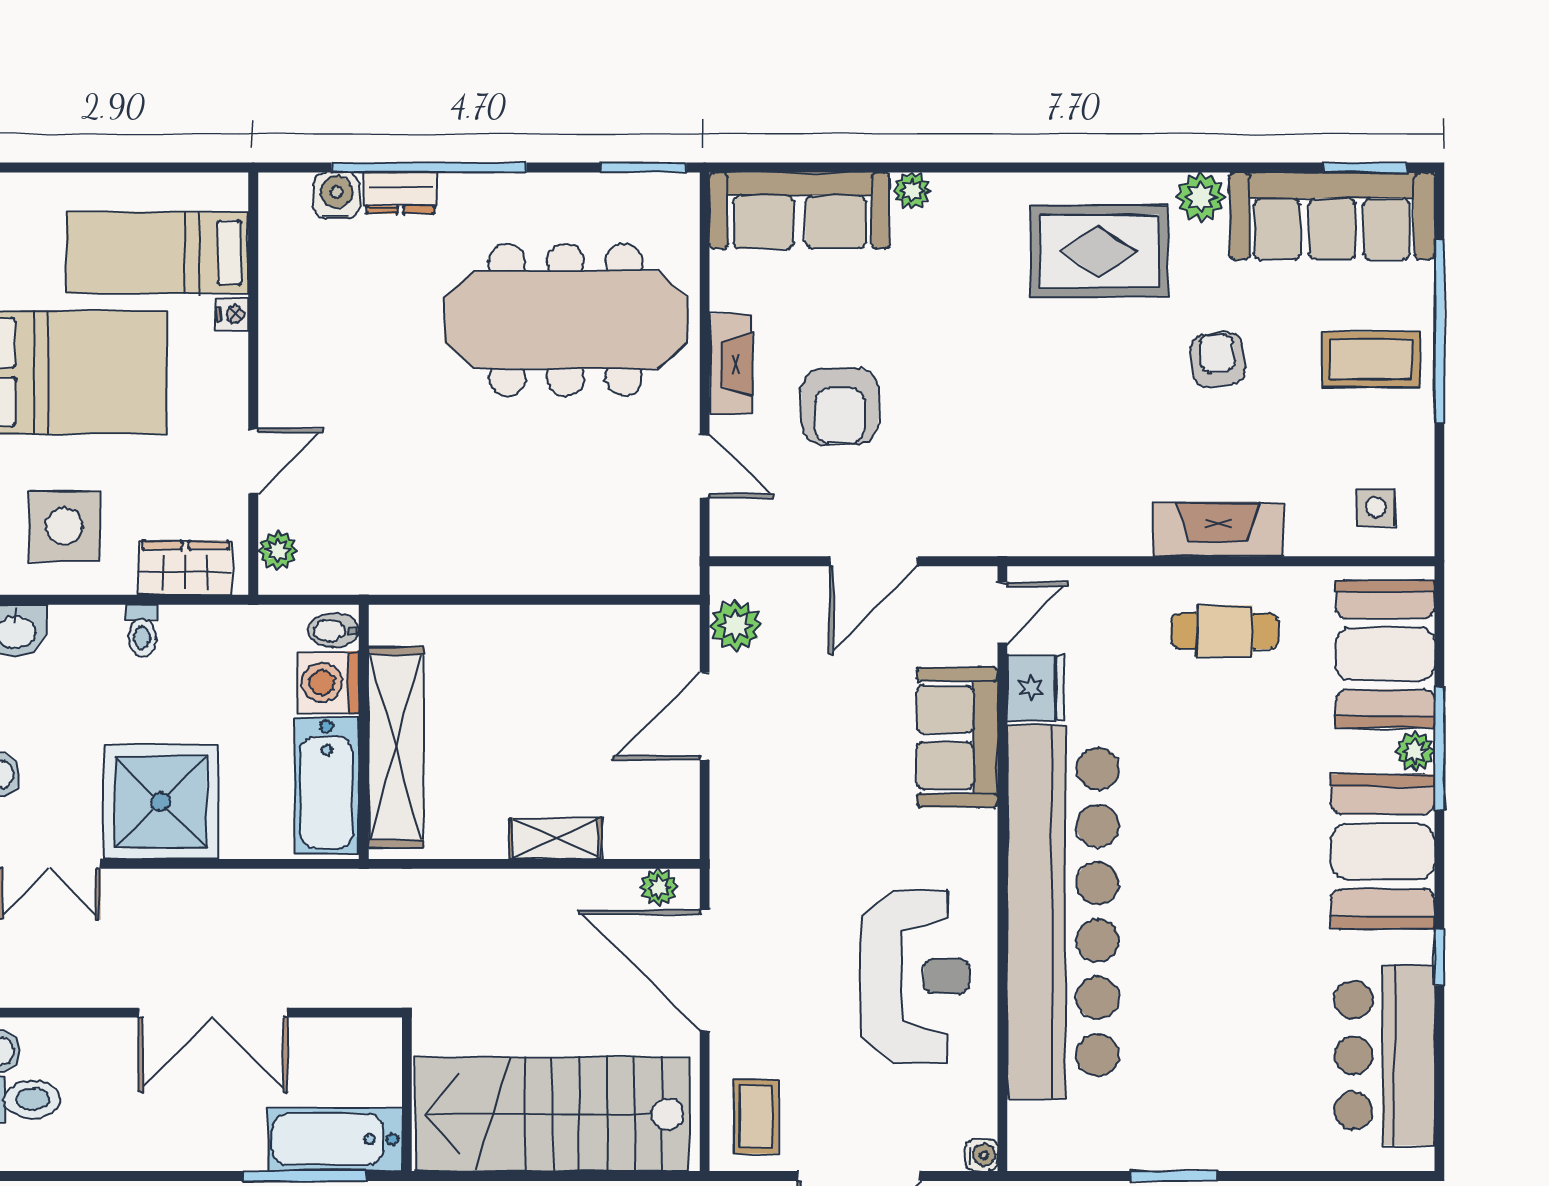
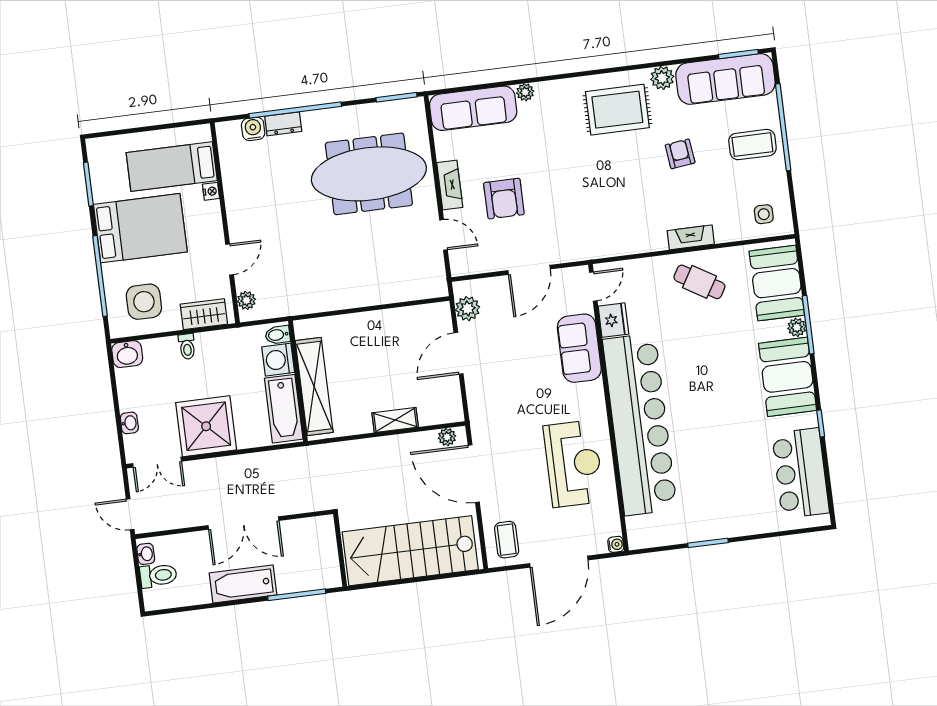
fireplace: (1218, 530) -> (691, 237), width x0.73, depth x0.76
cafe table: (1225, 631) -> (699, 282), turned 31
bathtub: (335, 1139) -> (243, 584), moved

